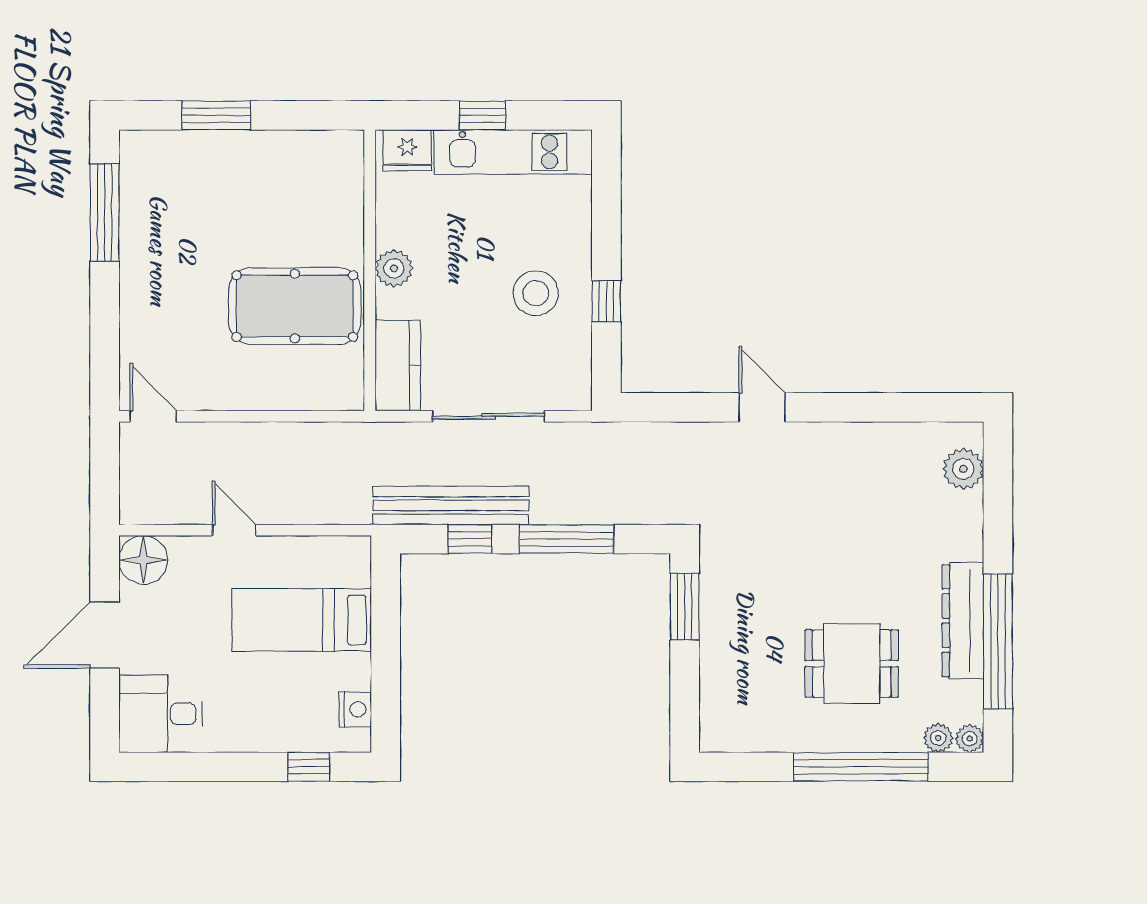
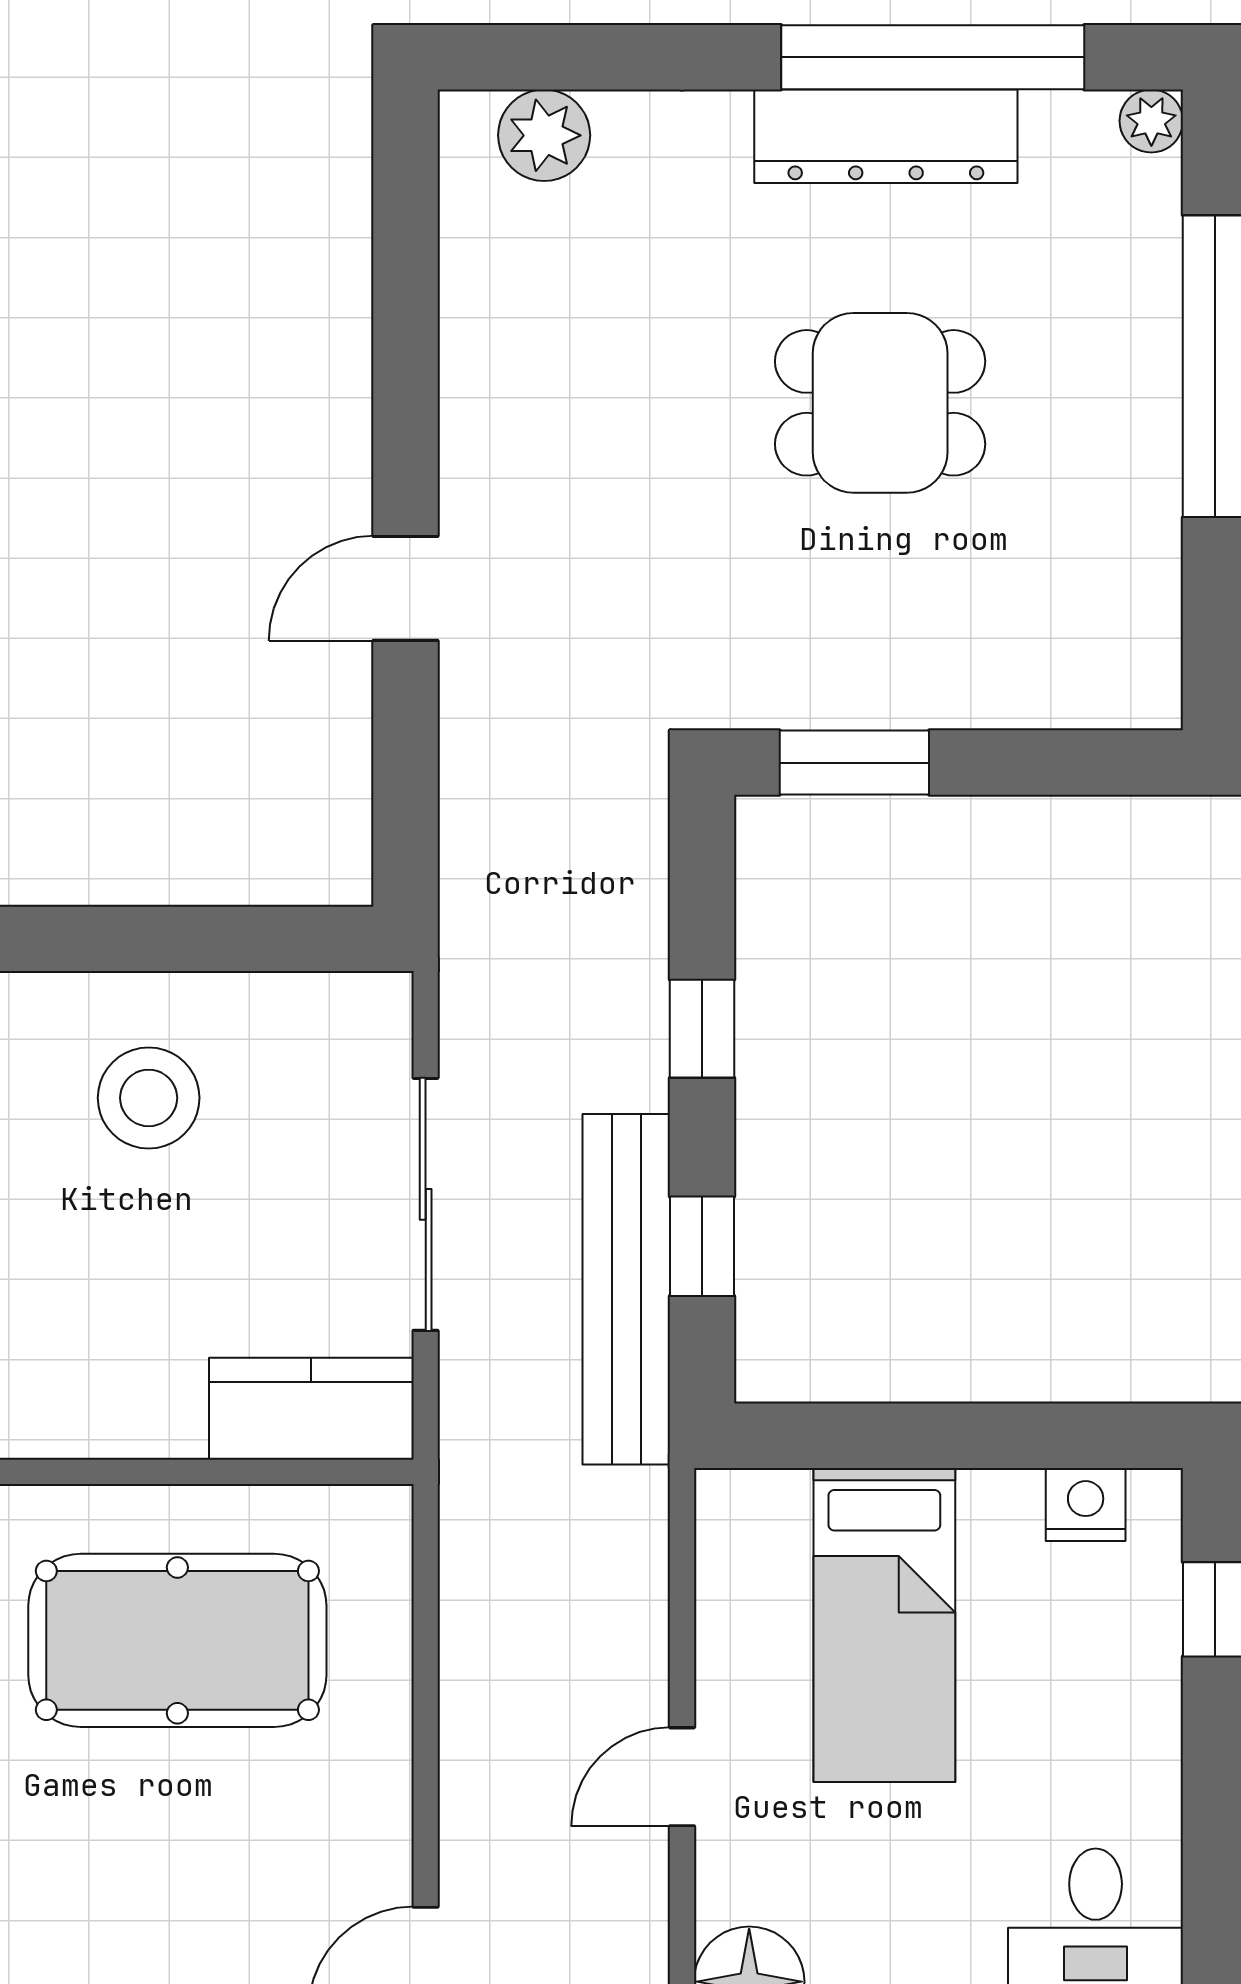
plant: (394, 268) -> (93, 1417), removed
window: (606, 301) -> (167, 939), removed
pool table: (295, 306) -> (177, 1640), turned 90
window: (567, 539) -> (702, 1029), width x0.46
dining table: (852, 664) -> (880, 403), moved, turned 90
plant: (938, 738) -> (1150, 192), removed

